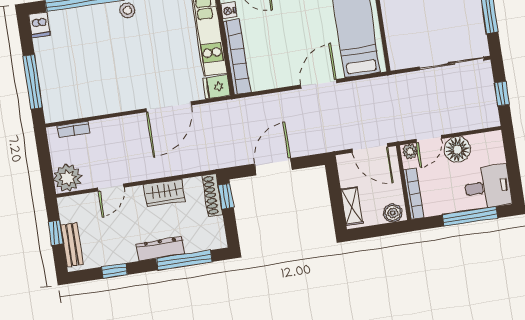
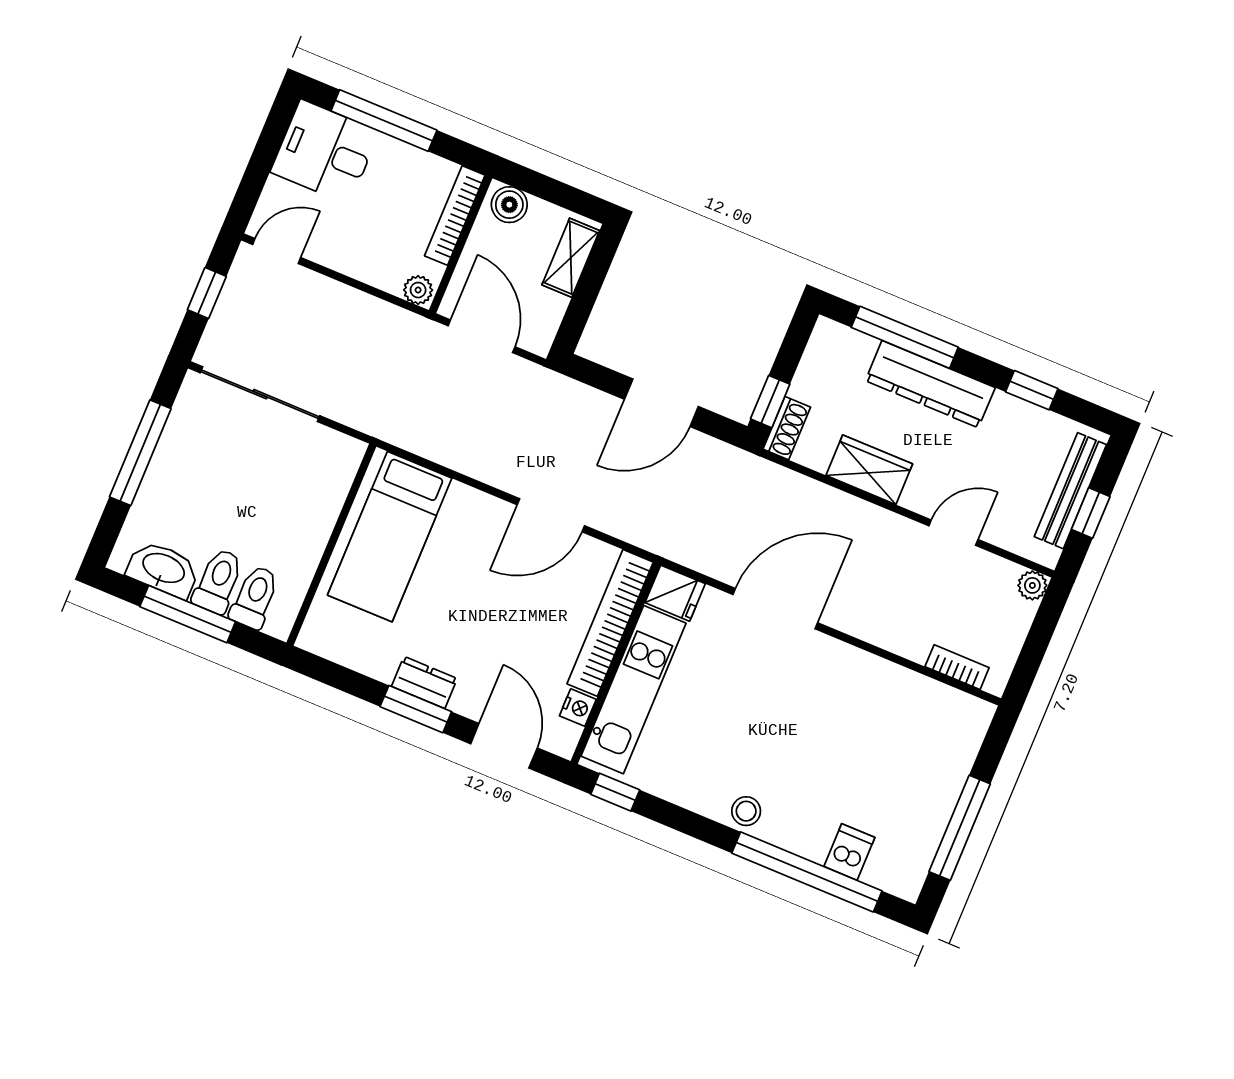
dishwasher: (39, 25) -> (849, 852), moved
window: (33, 82) -> (960, 828), moved
door: (319, 84) -> (551, 515), moved
door: (429, 139) -> (277, 251), moved
floor lamp: (457, 150) -> (337, 245), removed
plant: (68, 178) -> (1032, 585), width x0.53, depth x0.53
shoe rack: (213, 195) -> (787, 428), width x0.70
bench: (72, 245) -> (1070, 491), width x1.36
dresser: (161, 249) -> (930, 384), width x1.37, depth x1.24

